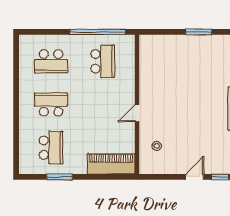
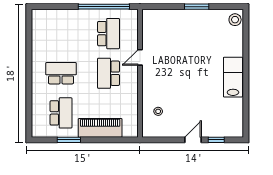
school desk: (51, 61) -> (109, 73), moved, turned 90
door: (137, 113) -> (140, 57), moved
piano: (111, 164) -> (100, 128), moved

